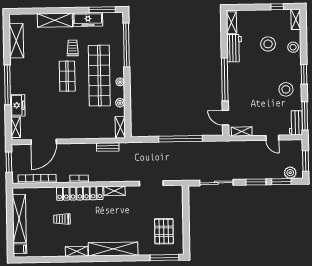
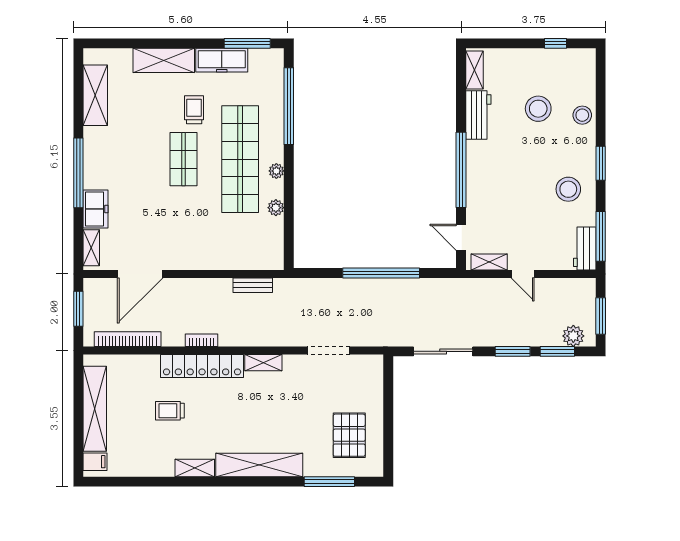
shelving: (296, 19) -> (588, 66), removed
shelving: (120, 127) -> (275, 251), removed
door: (272, 138) -> (523, 274), moved
window: (164, 258) -> (329, 482), moved

